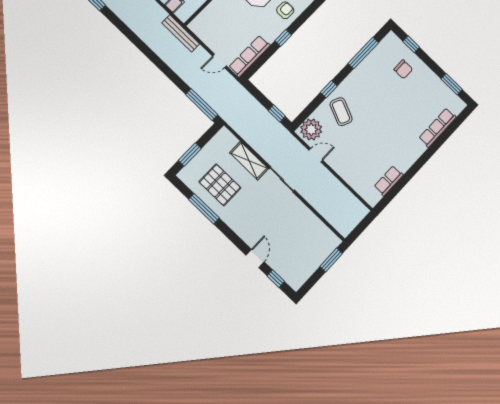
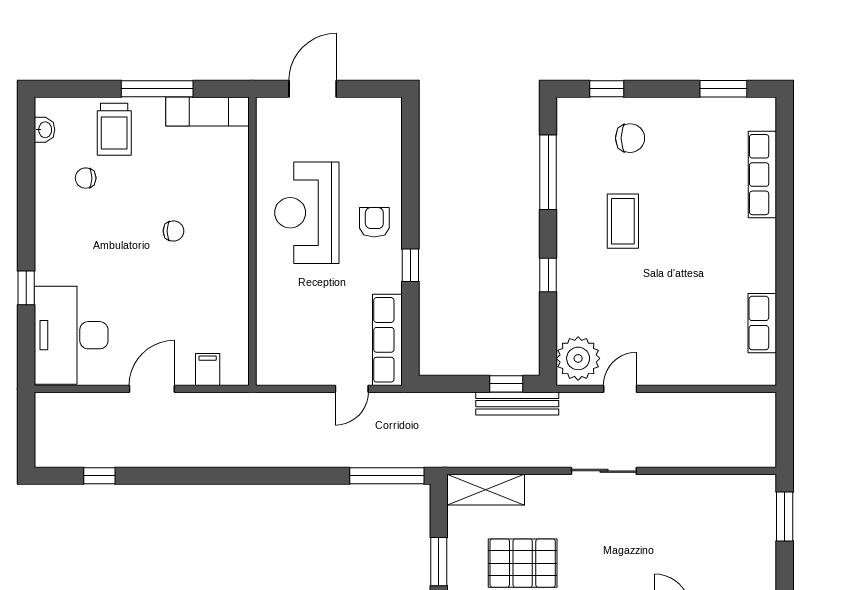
bench: (181, 33) -> (517, 404), moved
coffee table: (341, 112) -> (623, 221), moved, turned 67
shelving: (249, 161) -> (486, 490), moved

